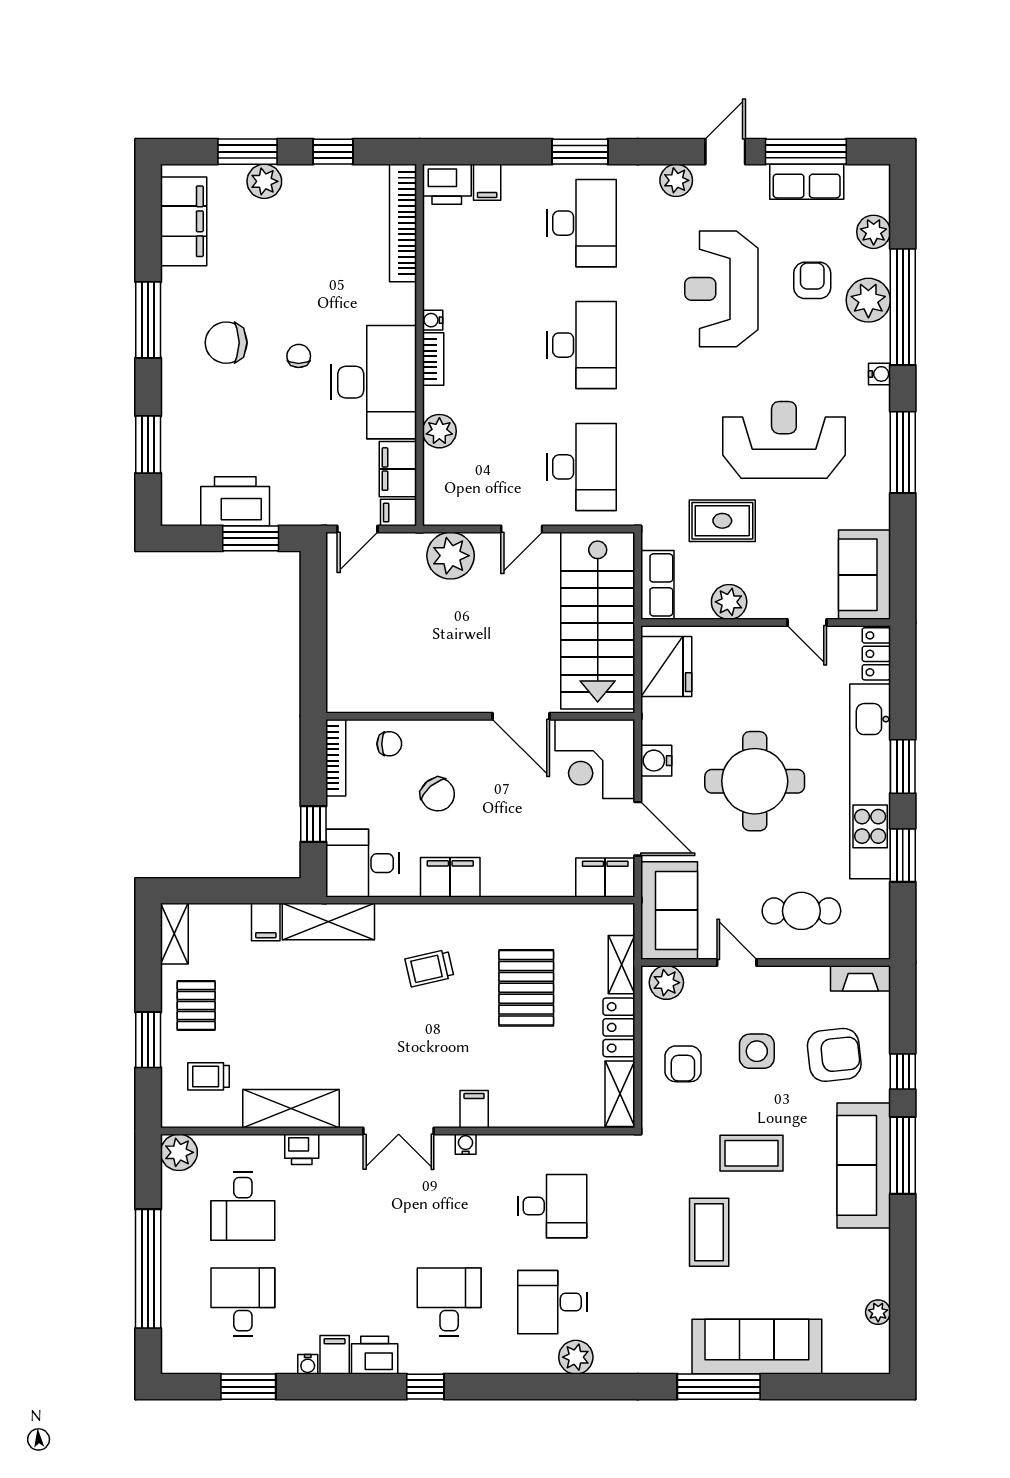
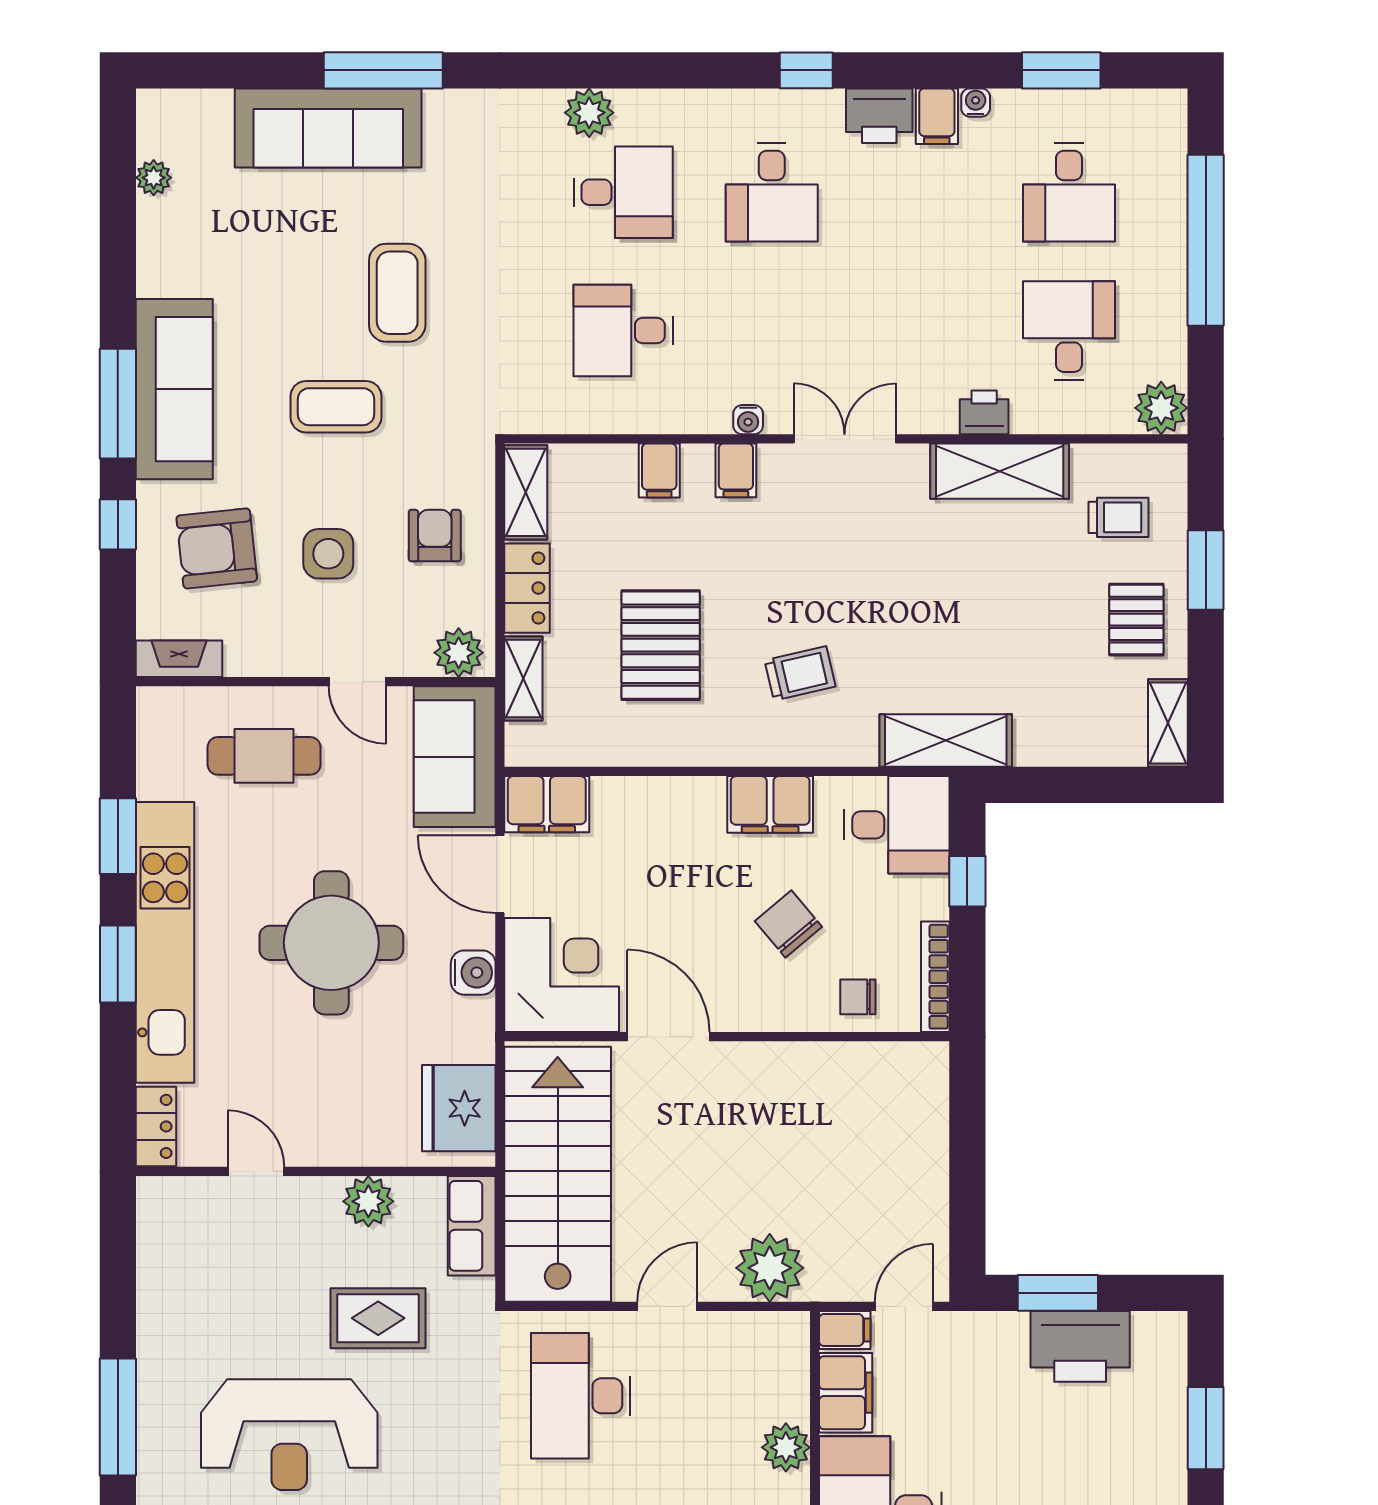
sofa: (864, 575) -> (173, 1240), removed
filing cabinet: (266, 922) -> (659, 470), moved, turned 180

